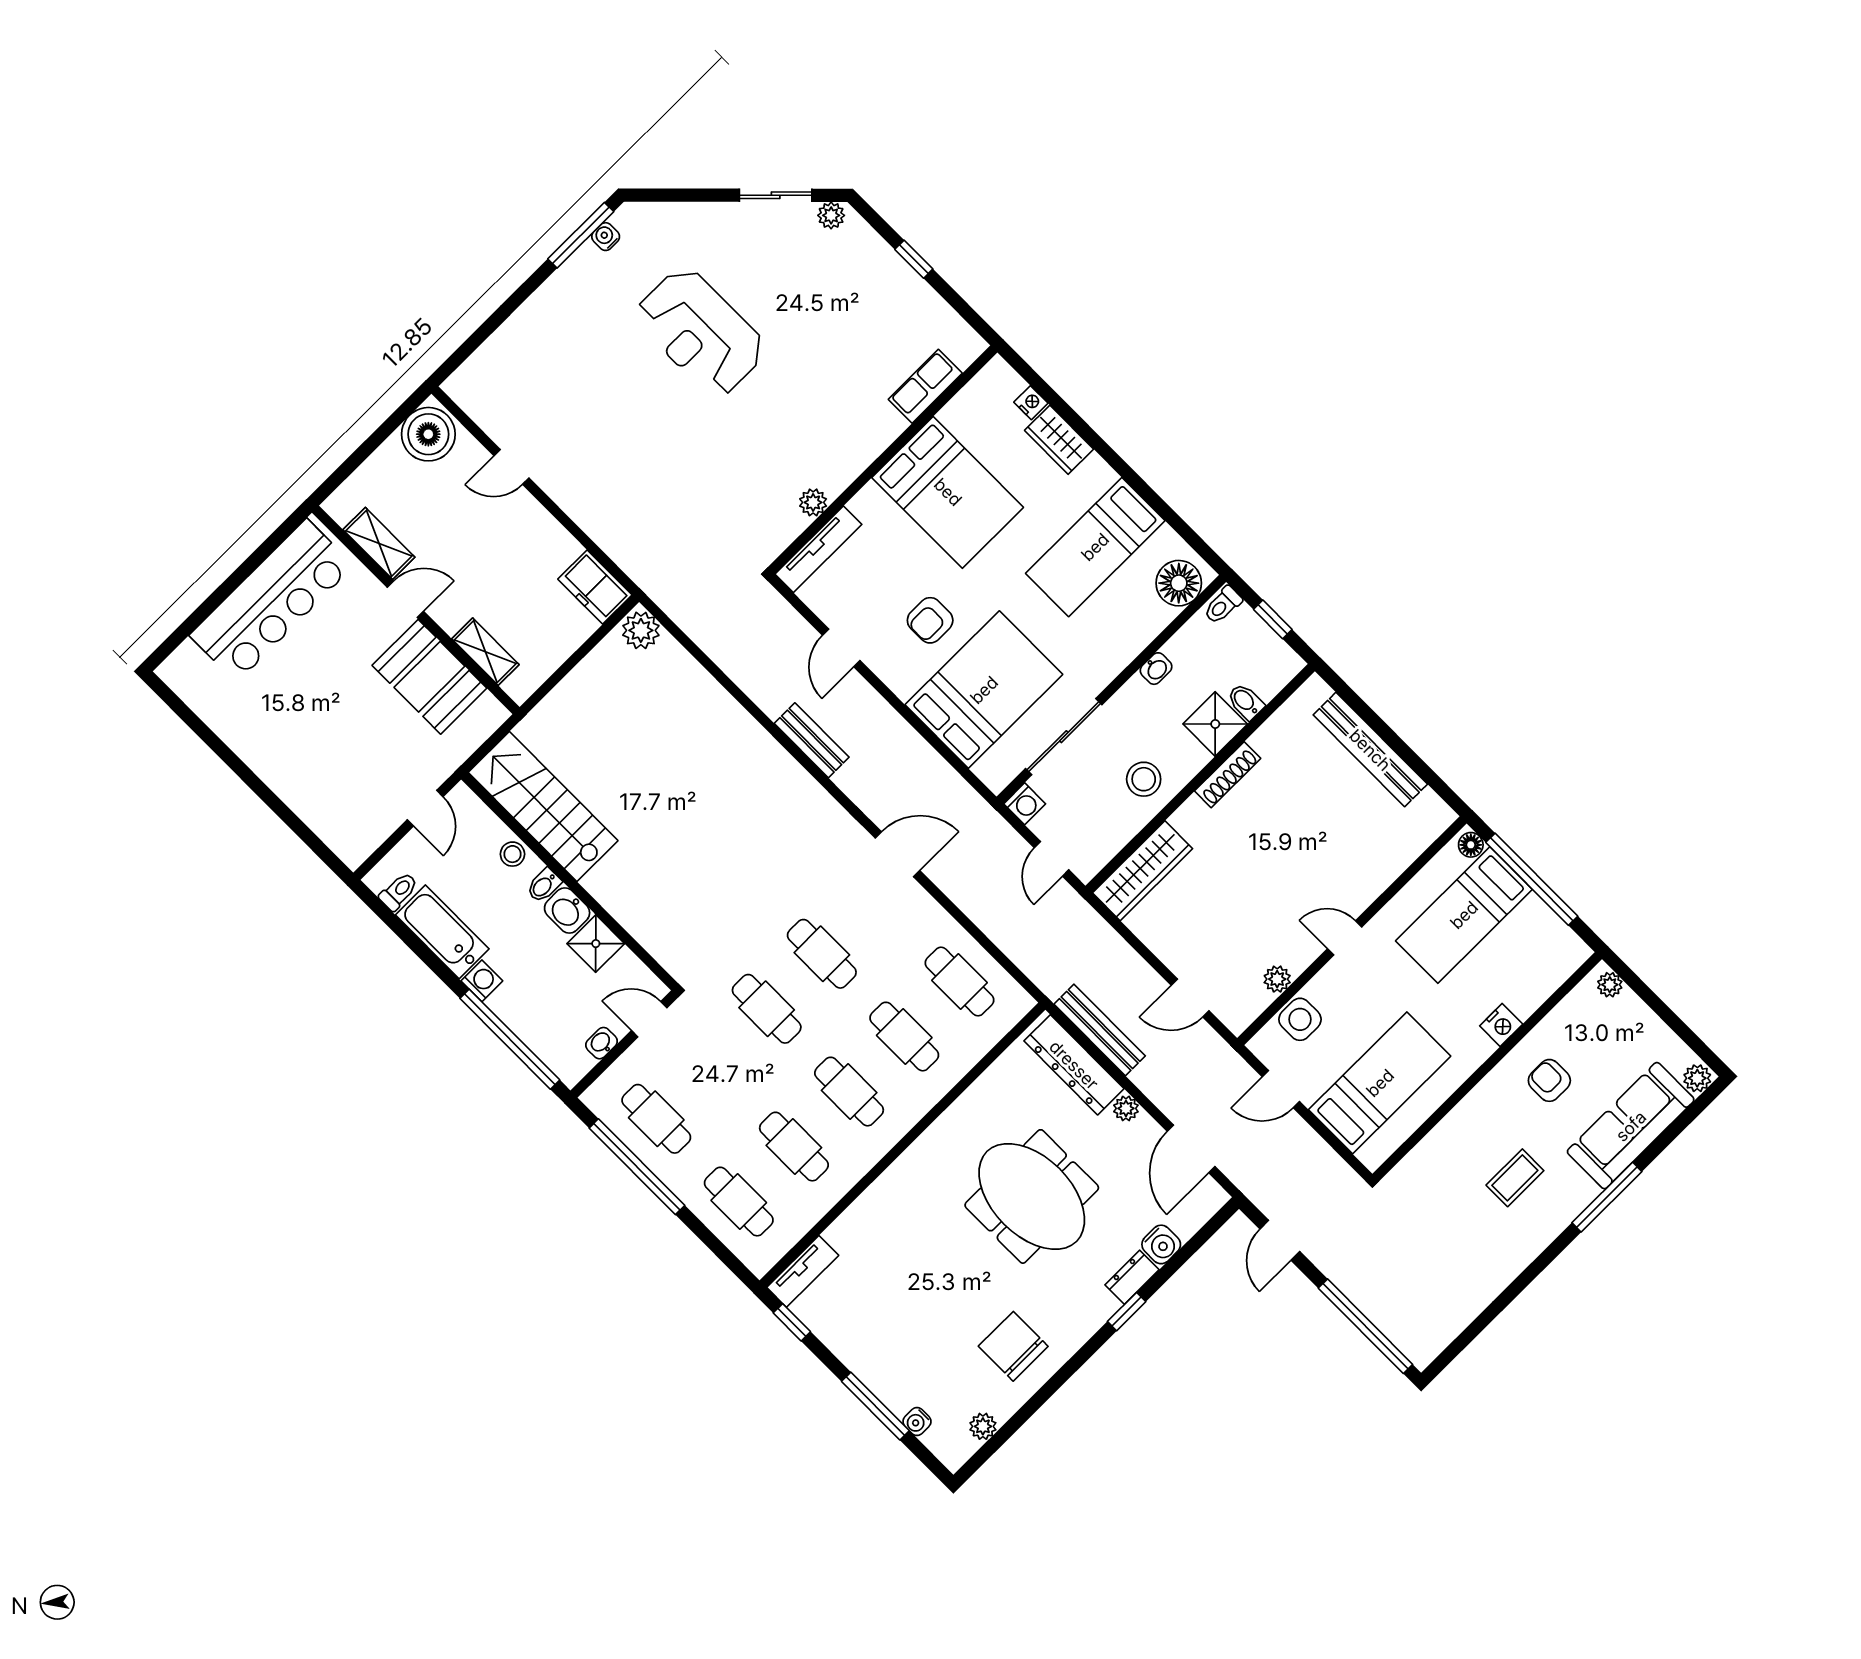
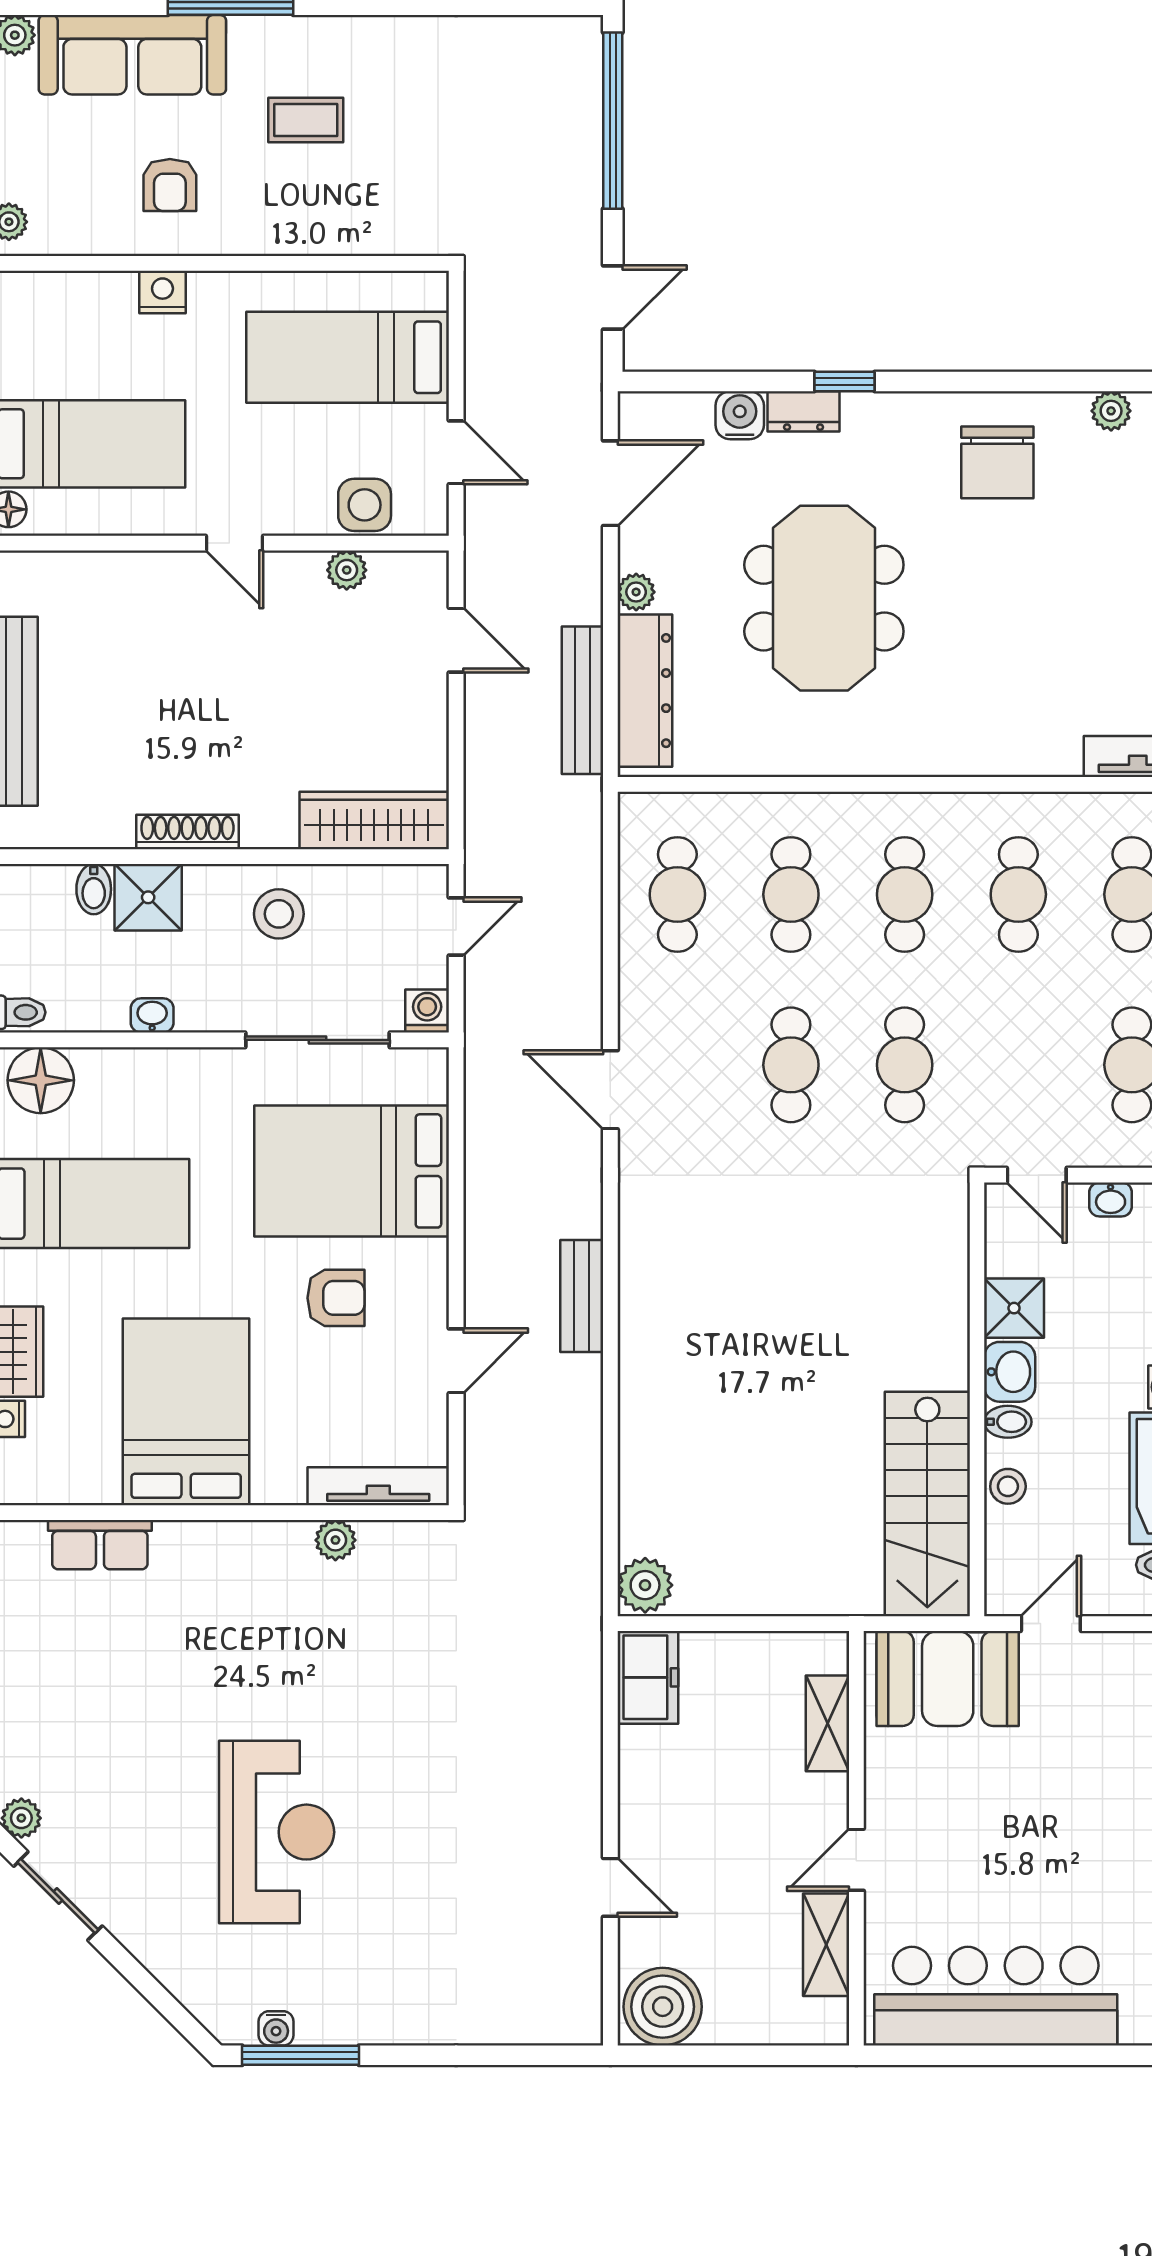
door: (405, 599) -> (856, 1860), hinge flipped
booth: (429, 677) -> (948, 1678), moved, turned 90

